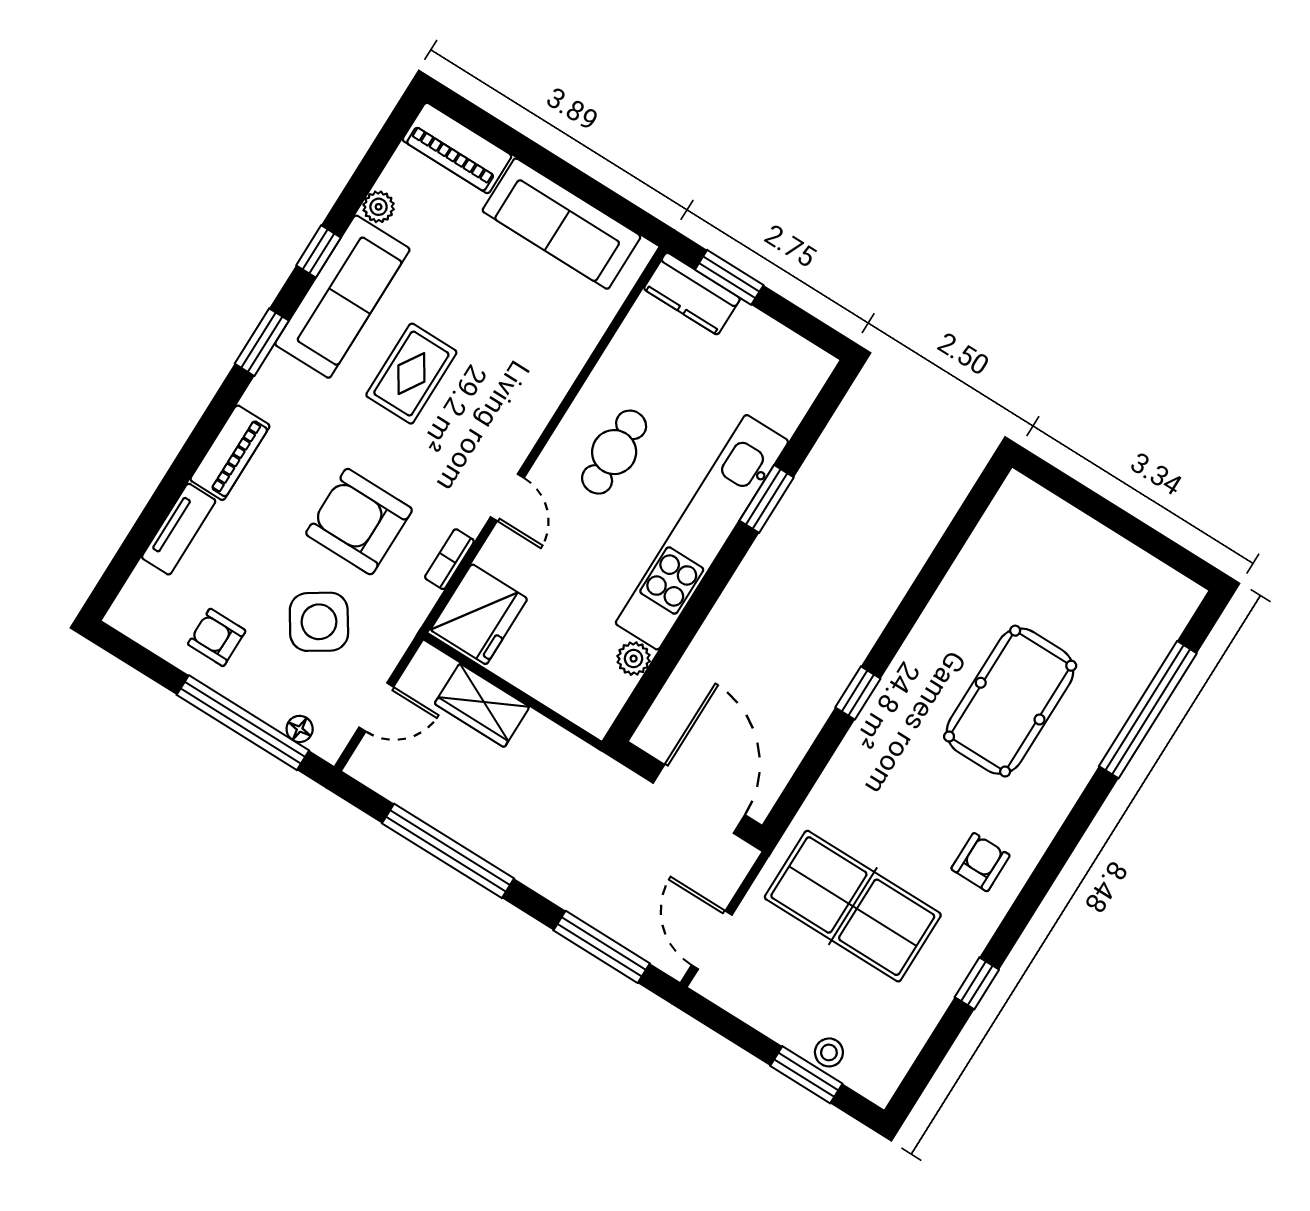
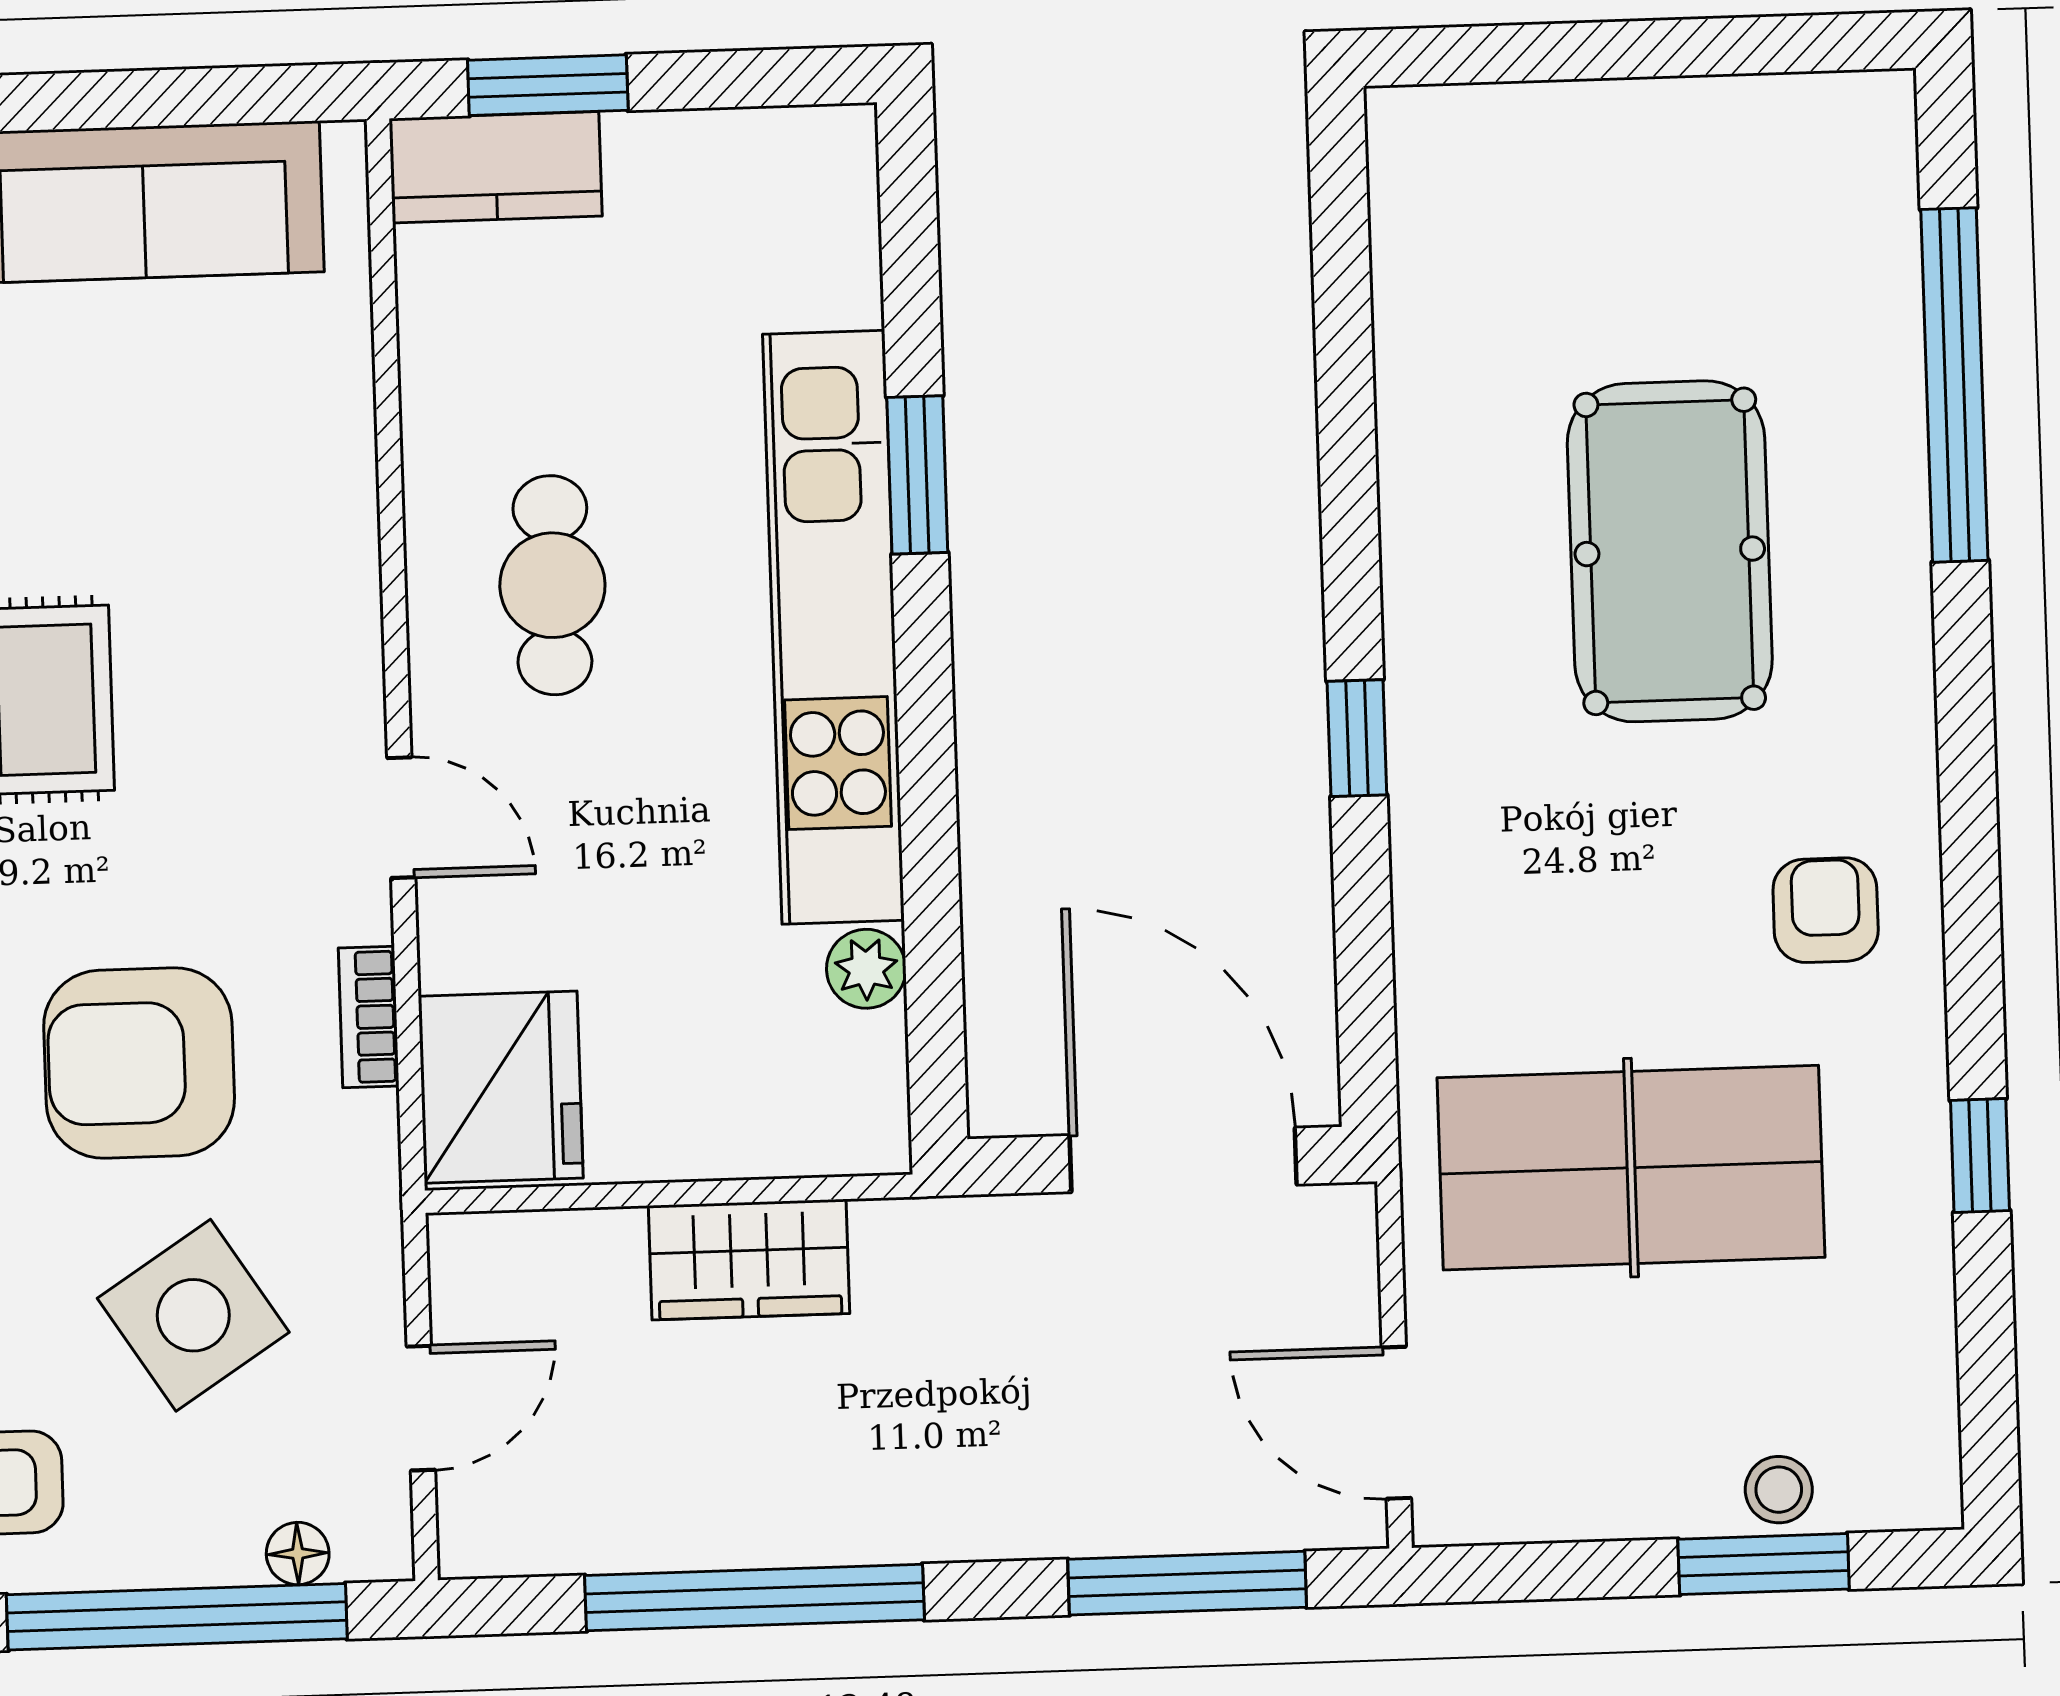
wardrobe: (482, 705) -> (749, 1260), moved

